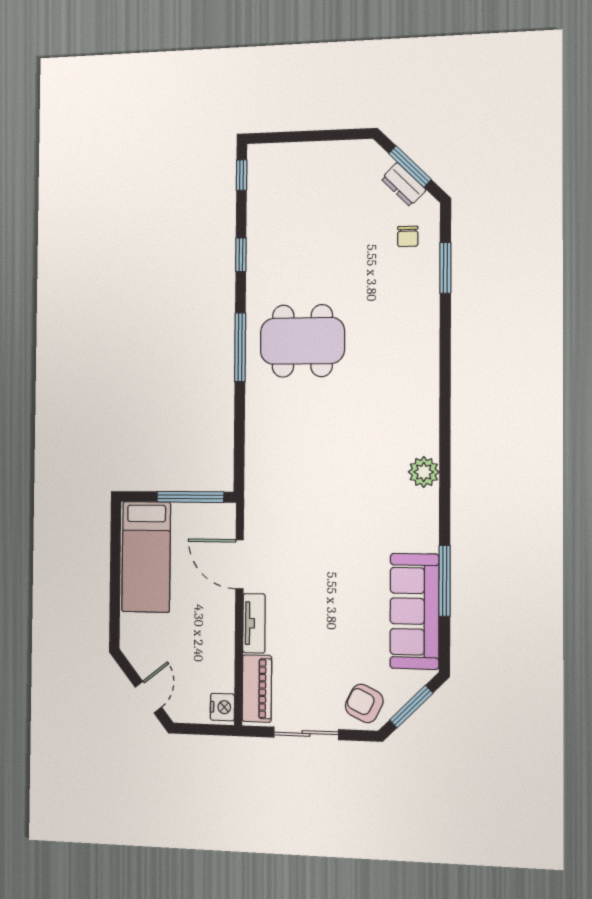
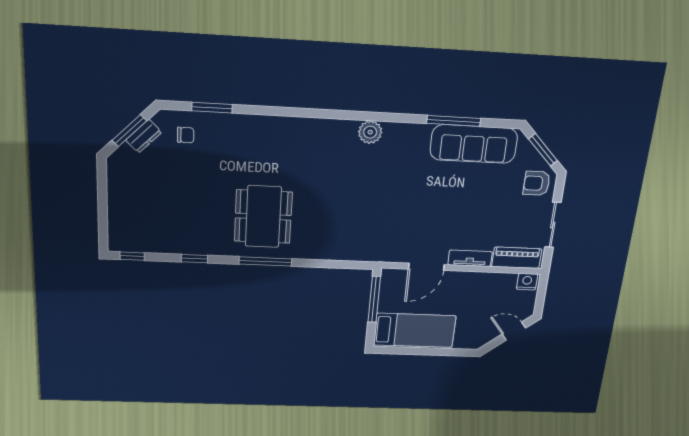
armchair: (364, 703) -> (537, 183), turned 64

